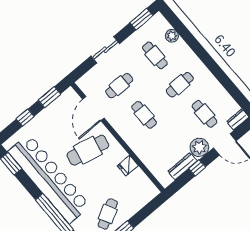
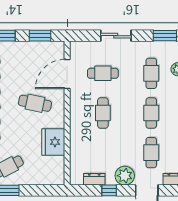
cafe table: (180, 85) -> (151, 113), turned 90
cafe table: (88, 150) -> (35, 103), width x0.73, depth x0.74
fridge: (128, 165) -> (53, 142), width x1.88, depth x1.34
dresser: (183, 166) -> (94, 179), width x0.70

